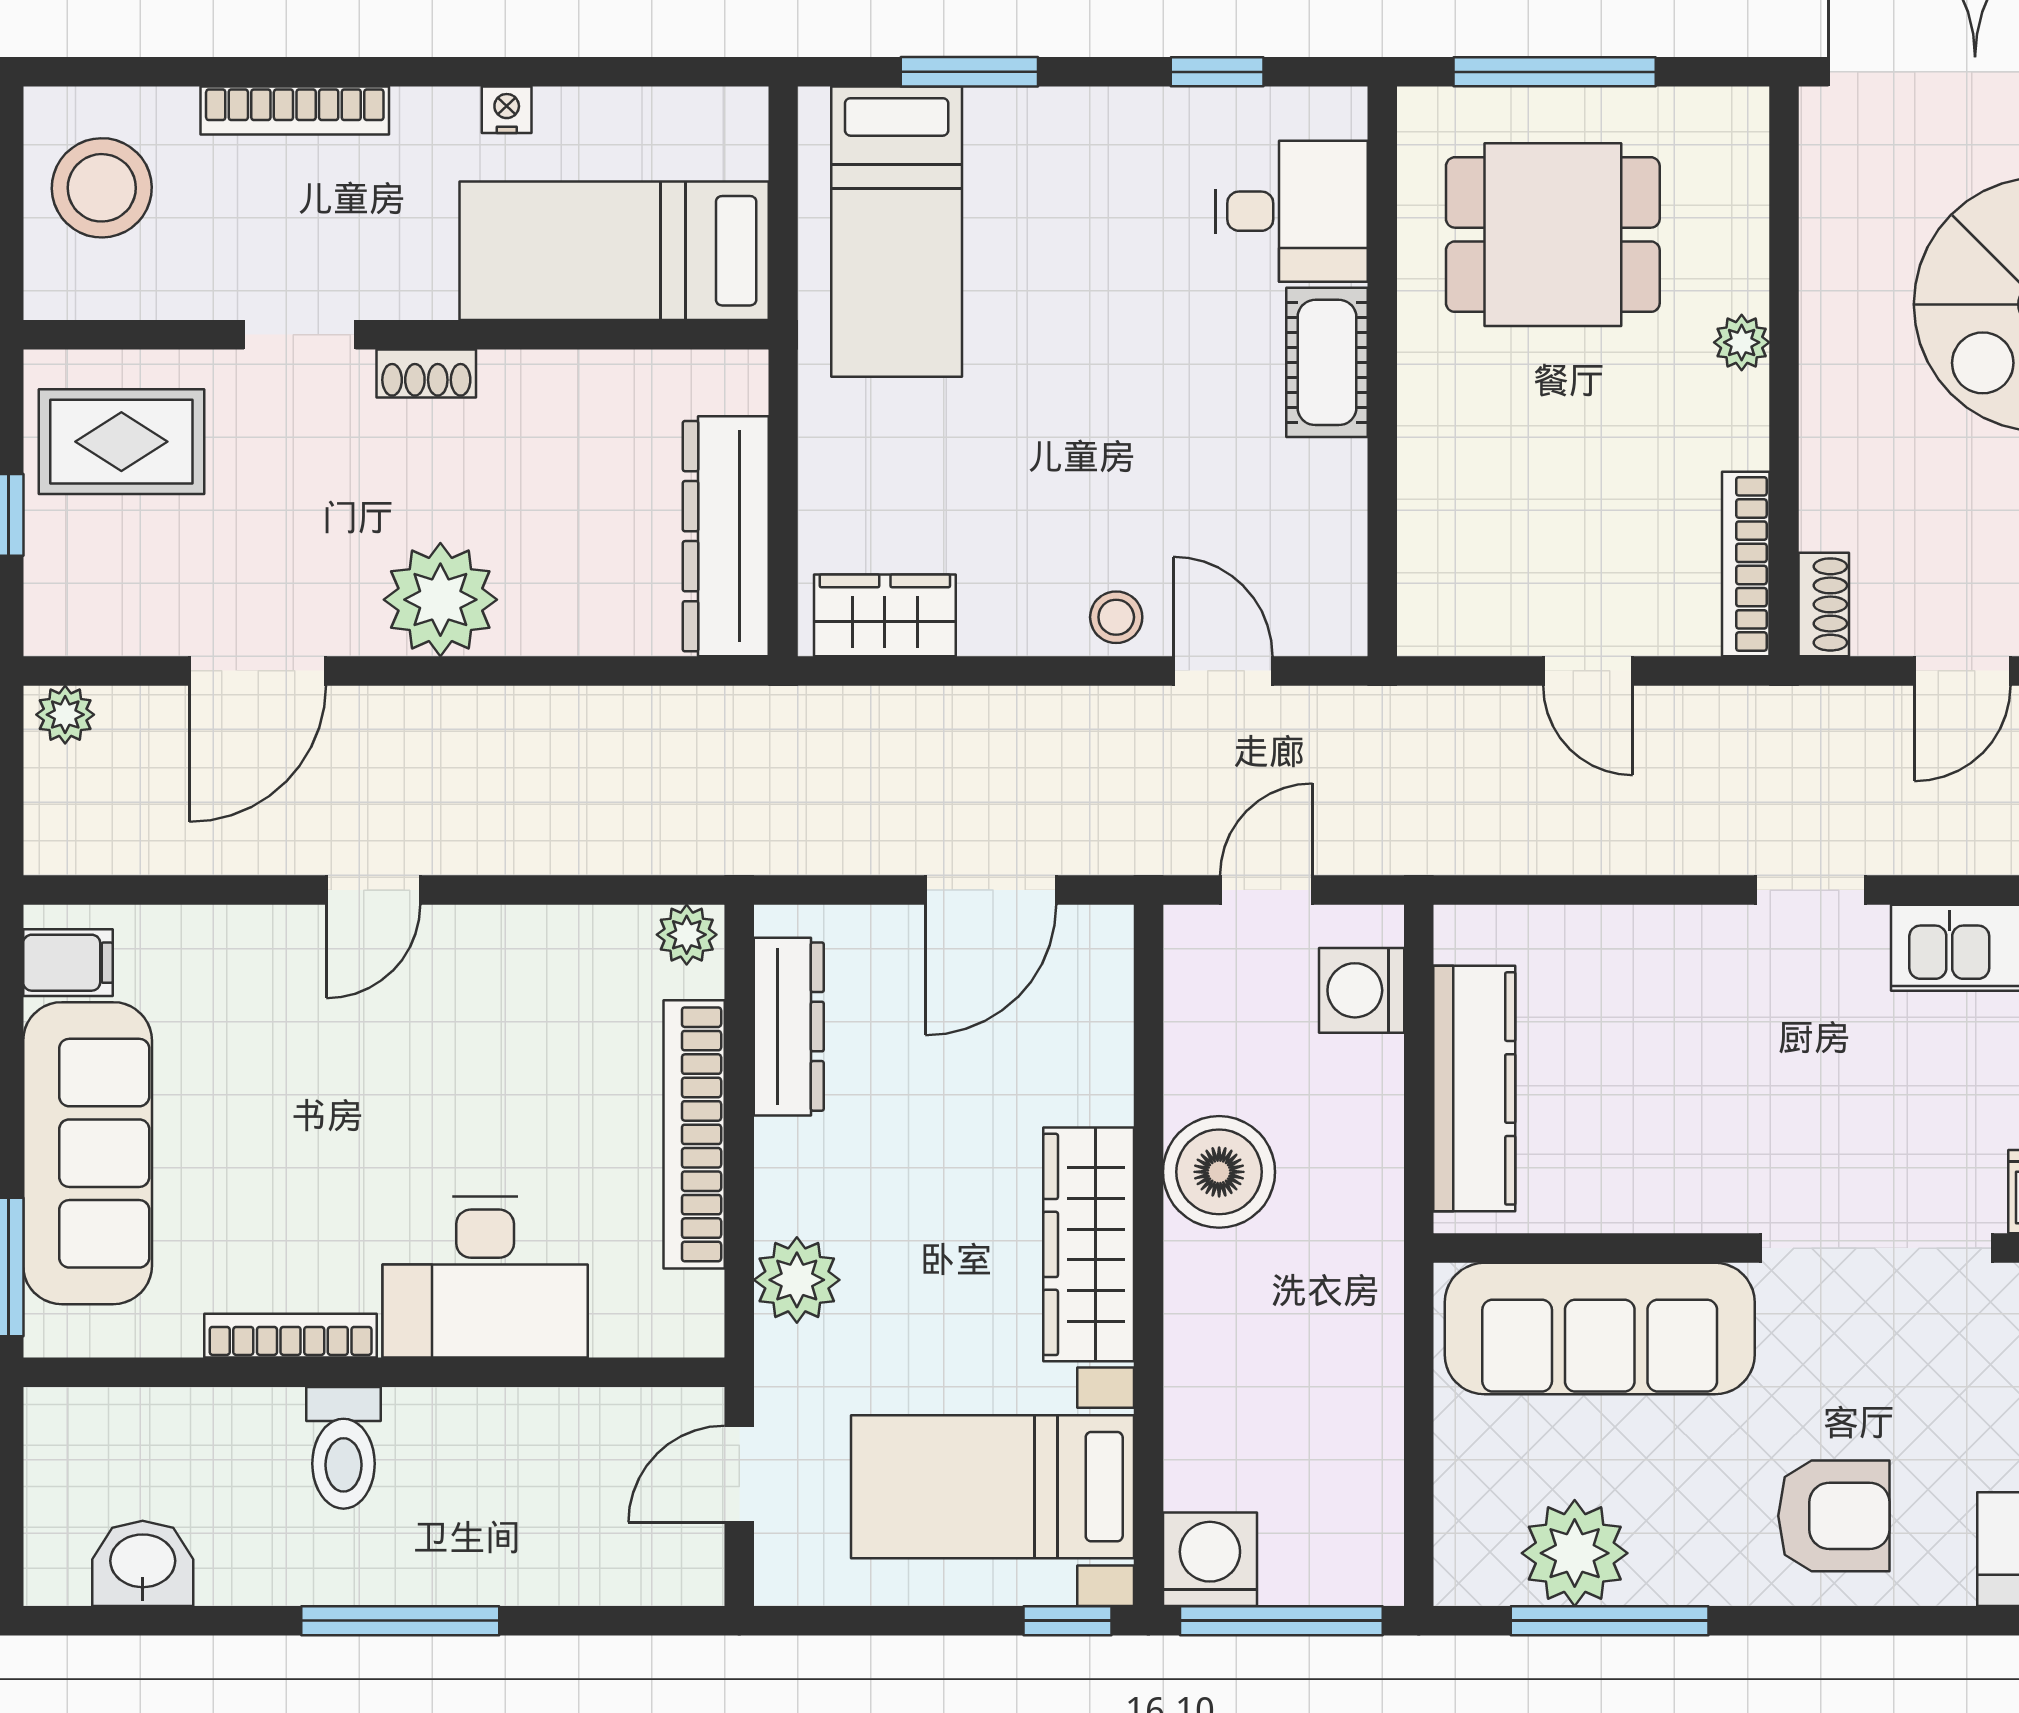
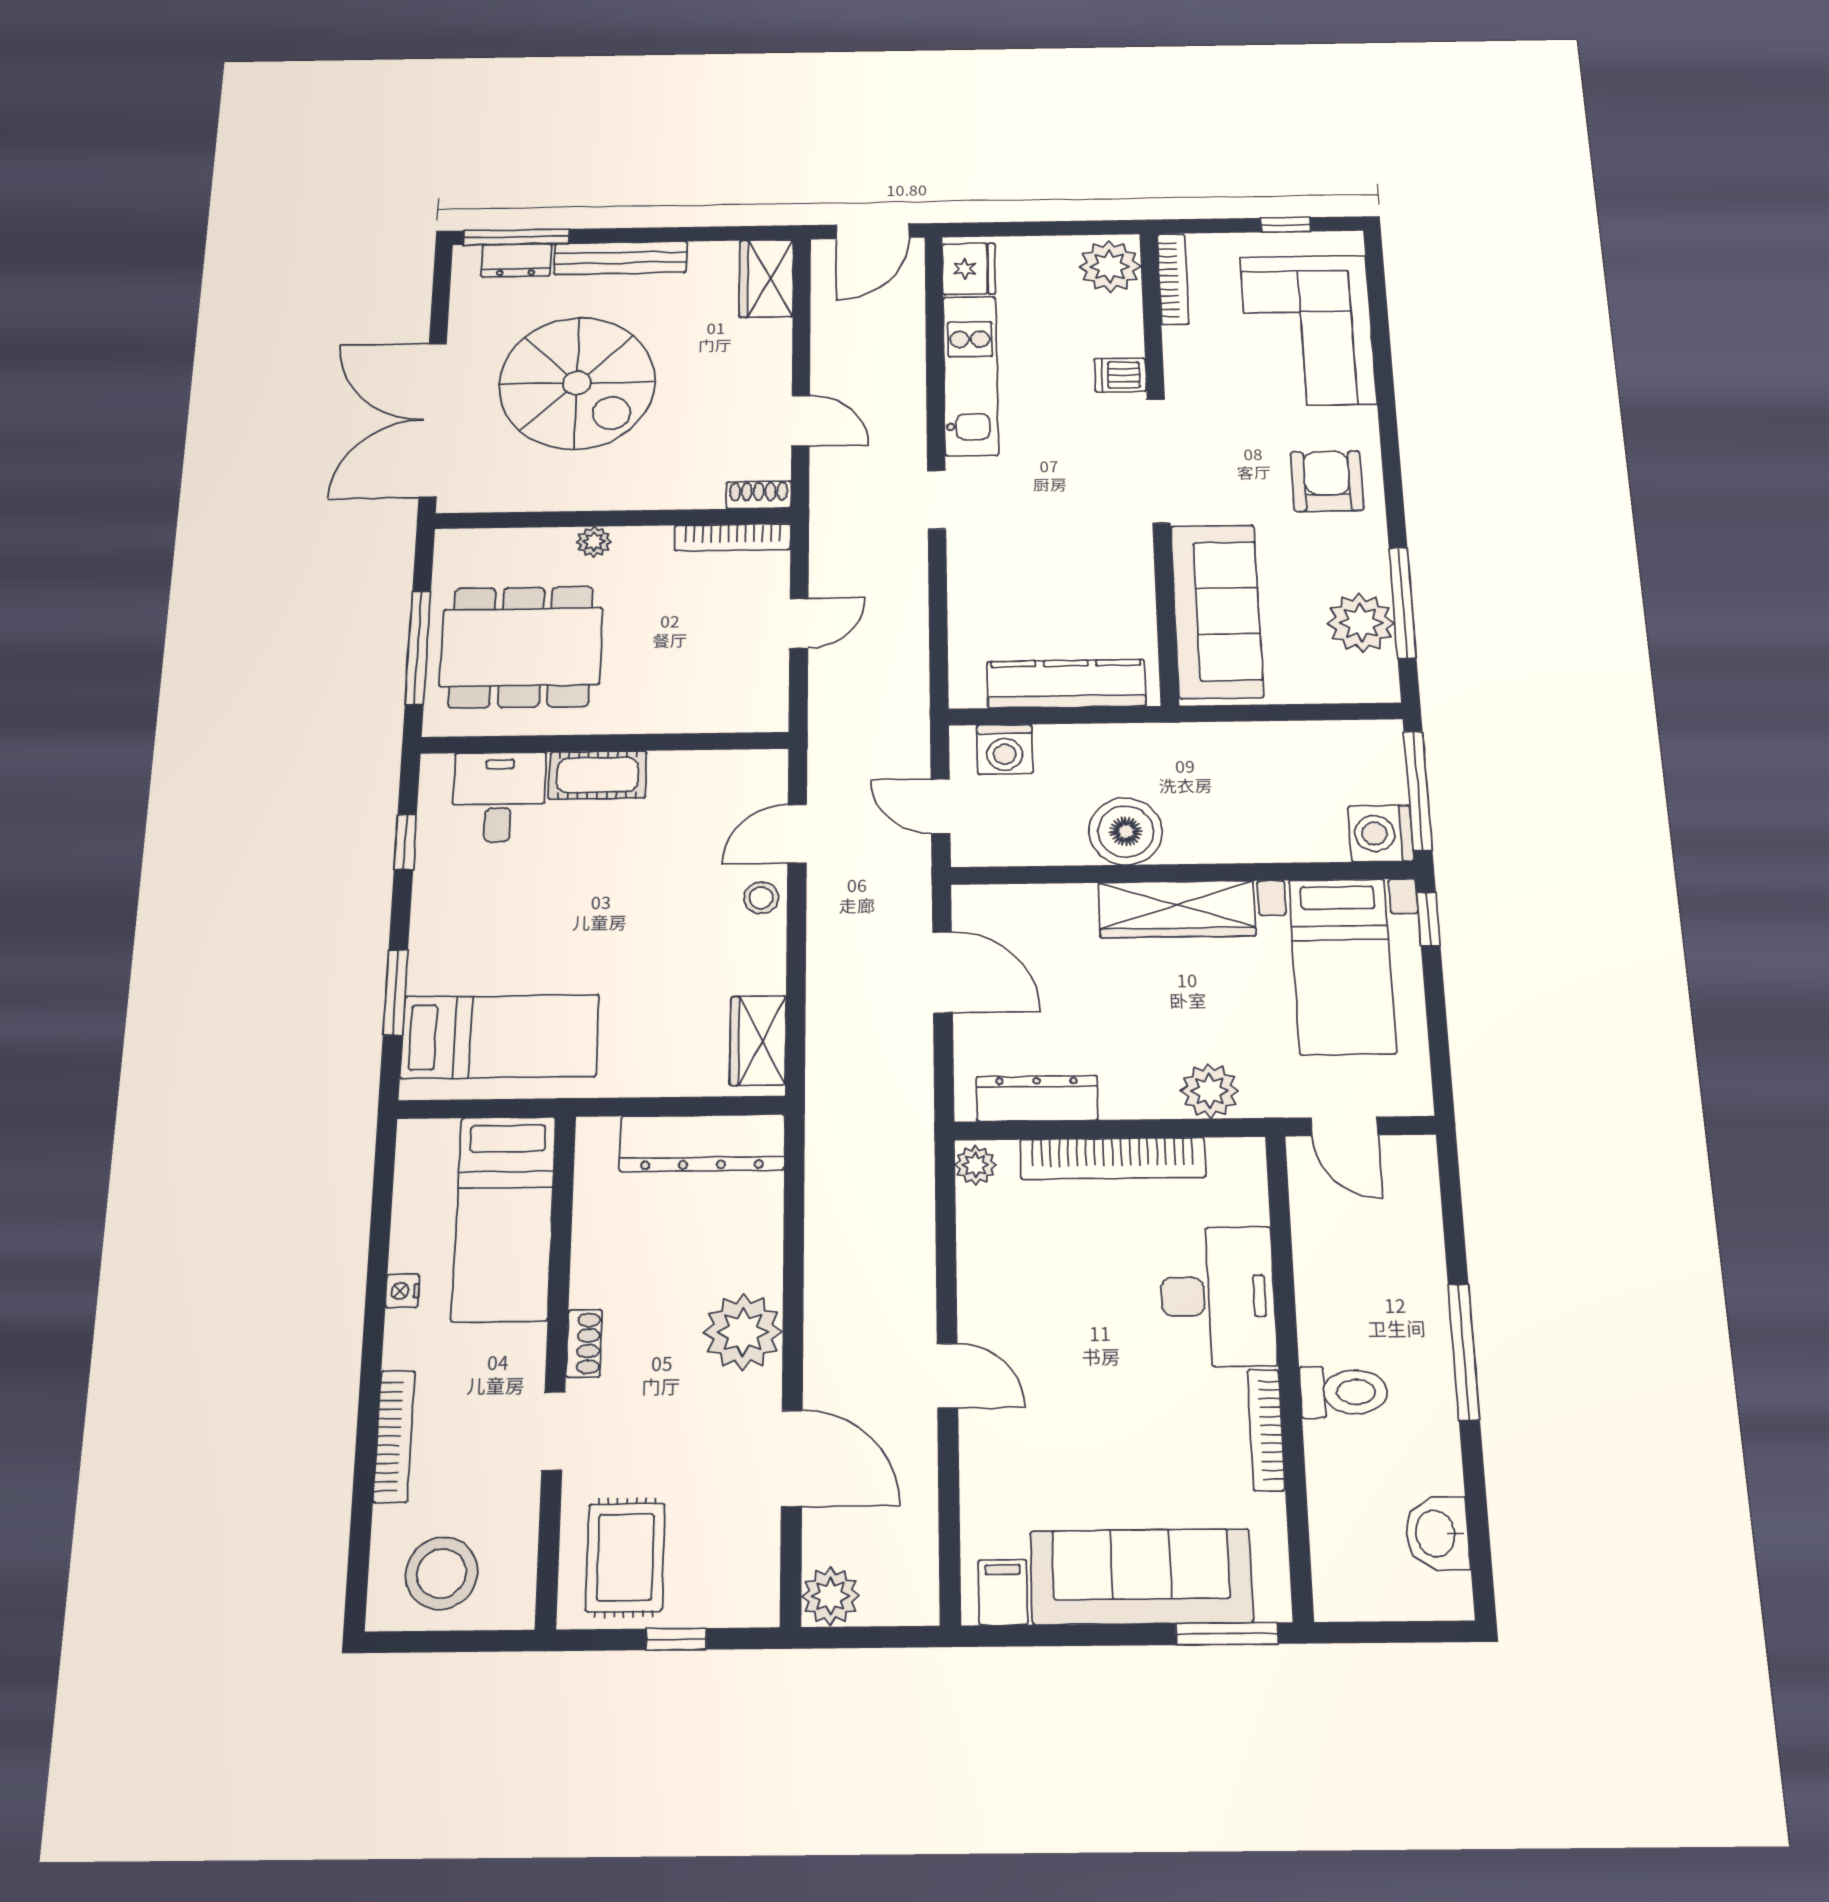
dining table: (1553, 235) -> (521, 647), width x1.37
plant: (65, 715) -> (830, 1596), width x1.38, depth x1.38

